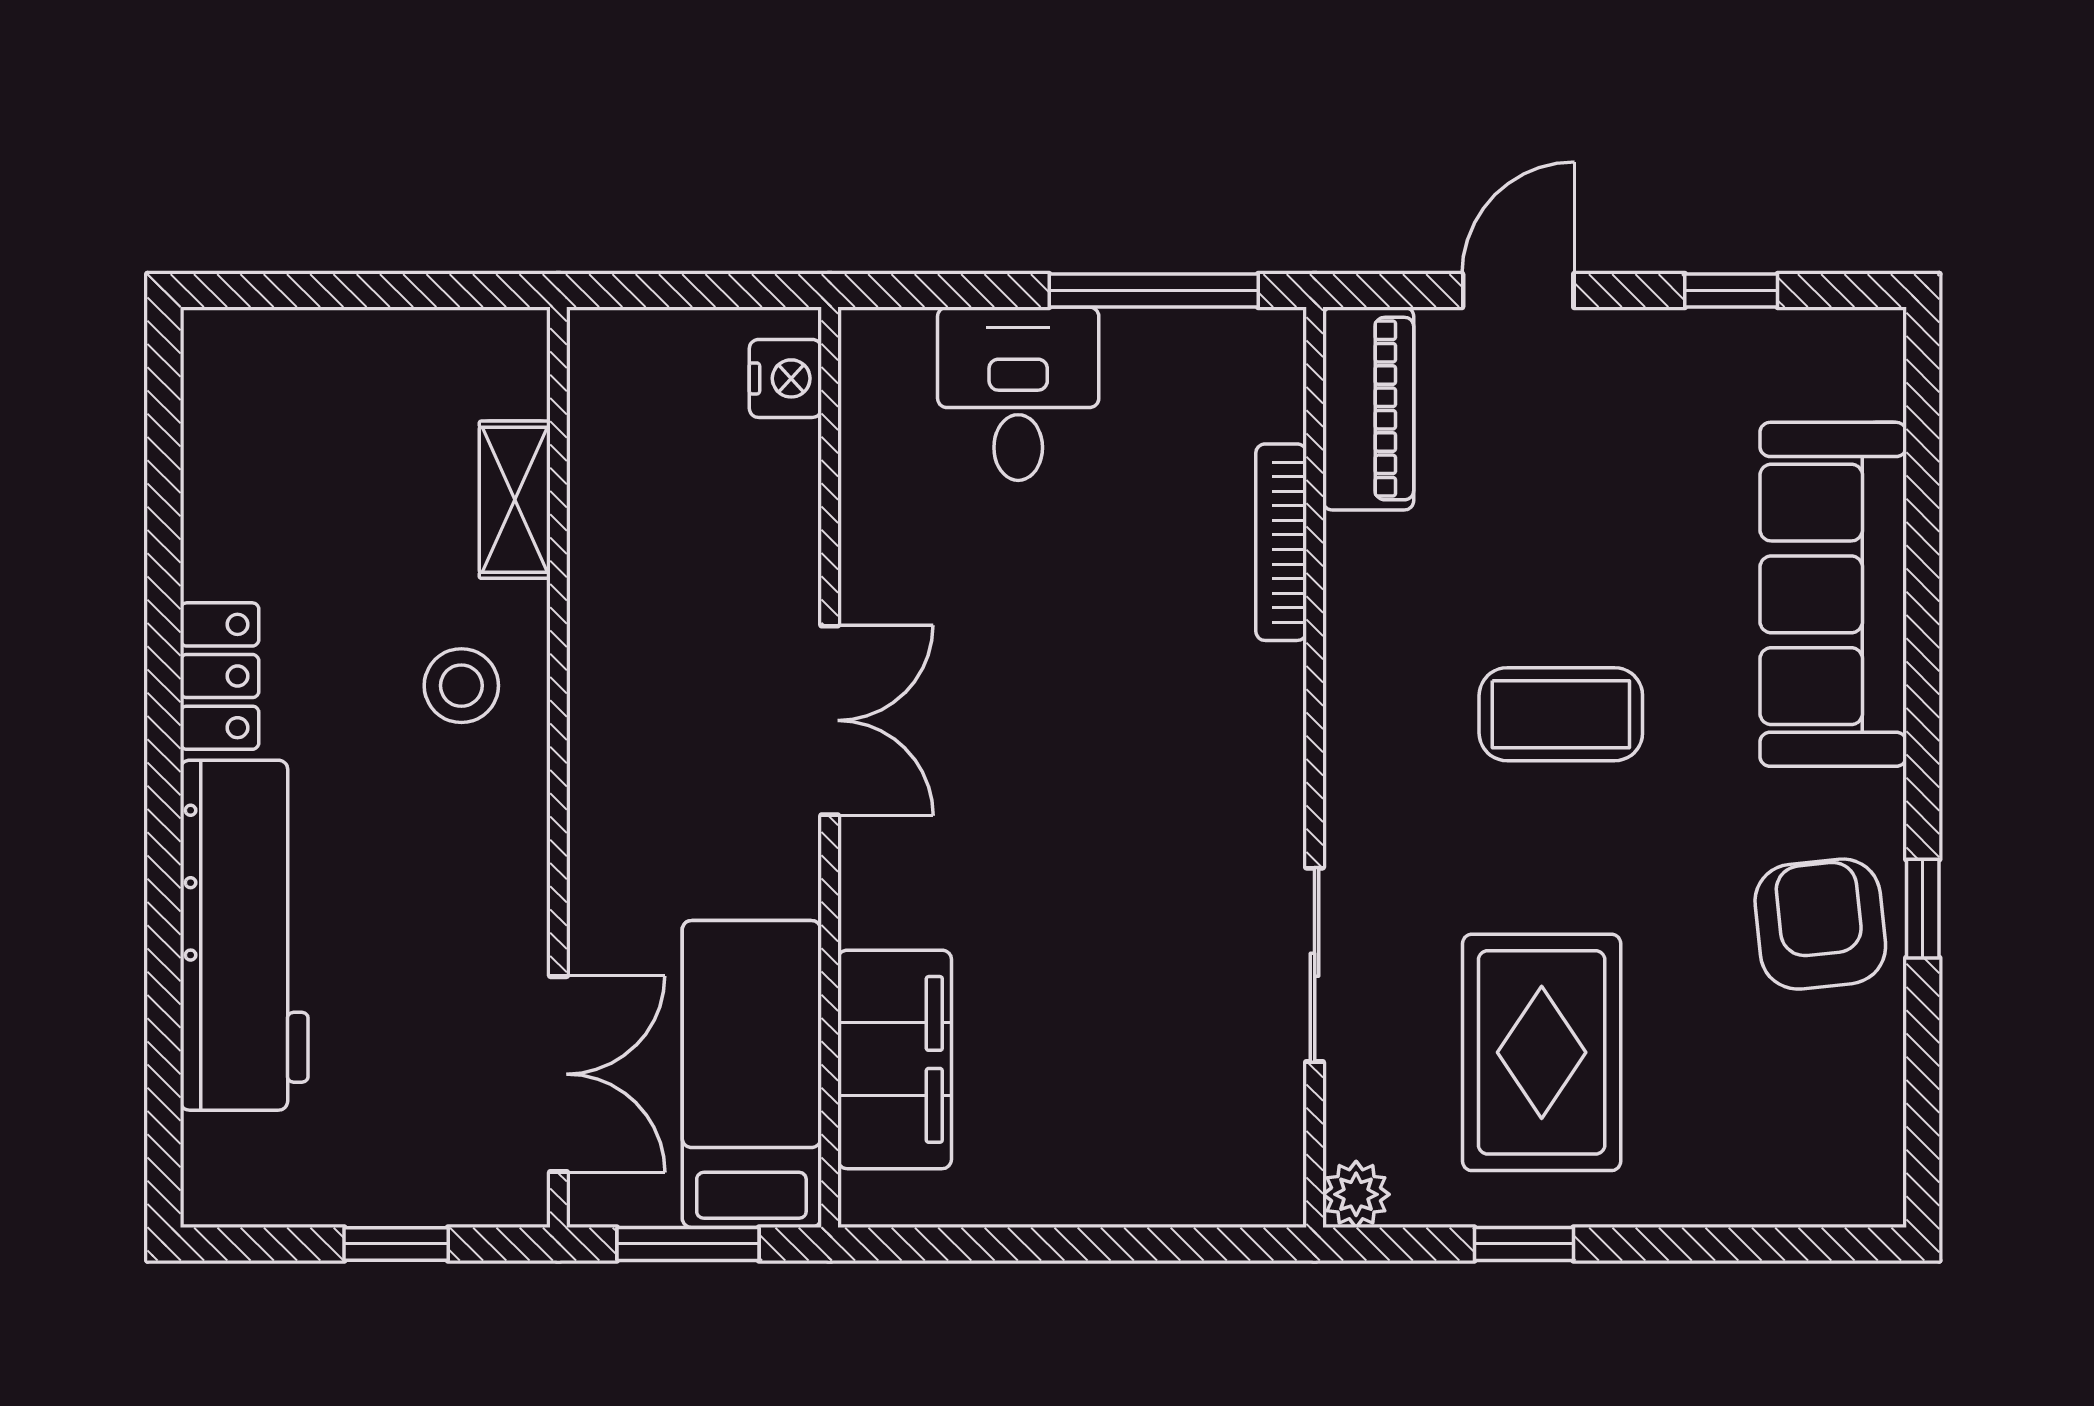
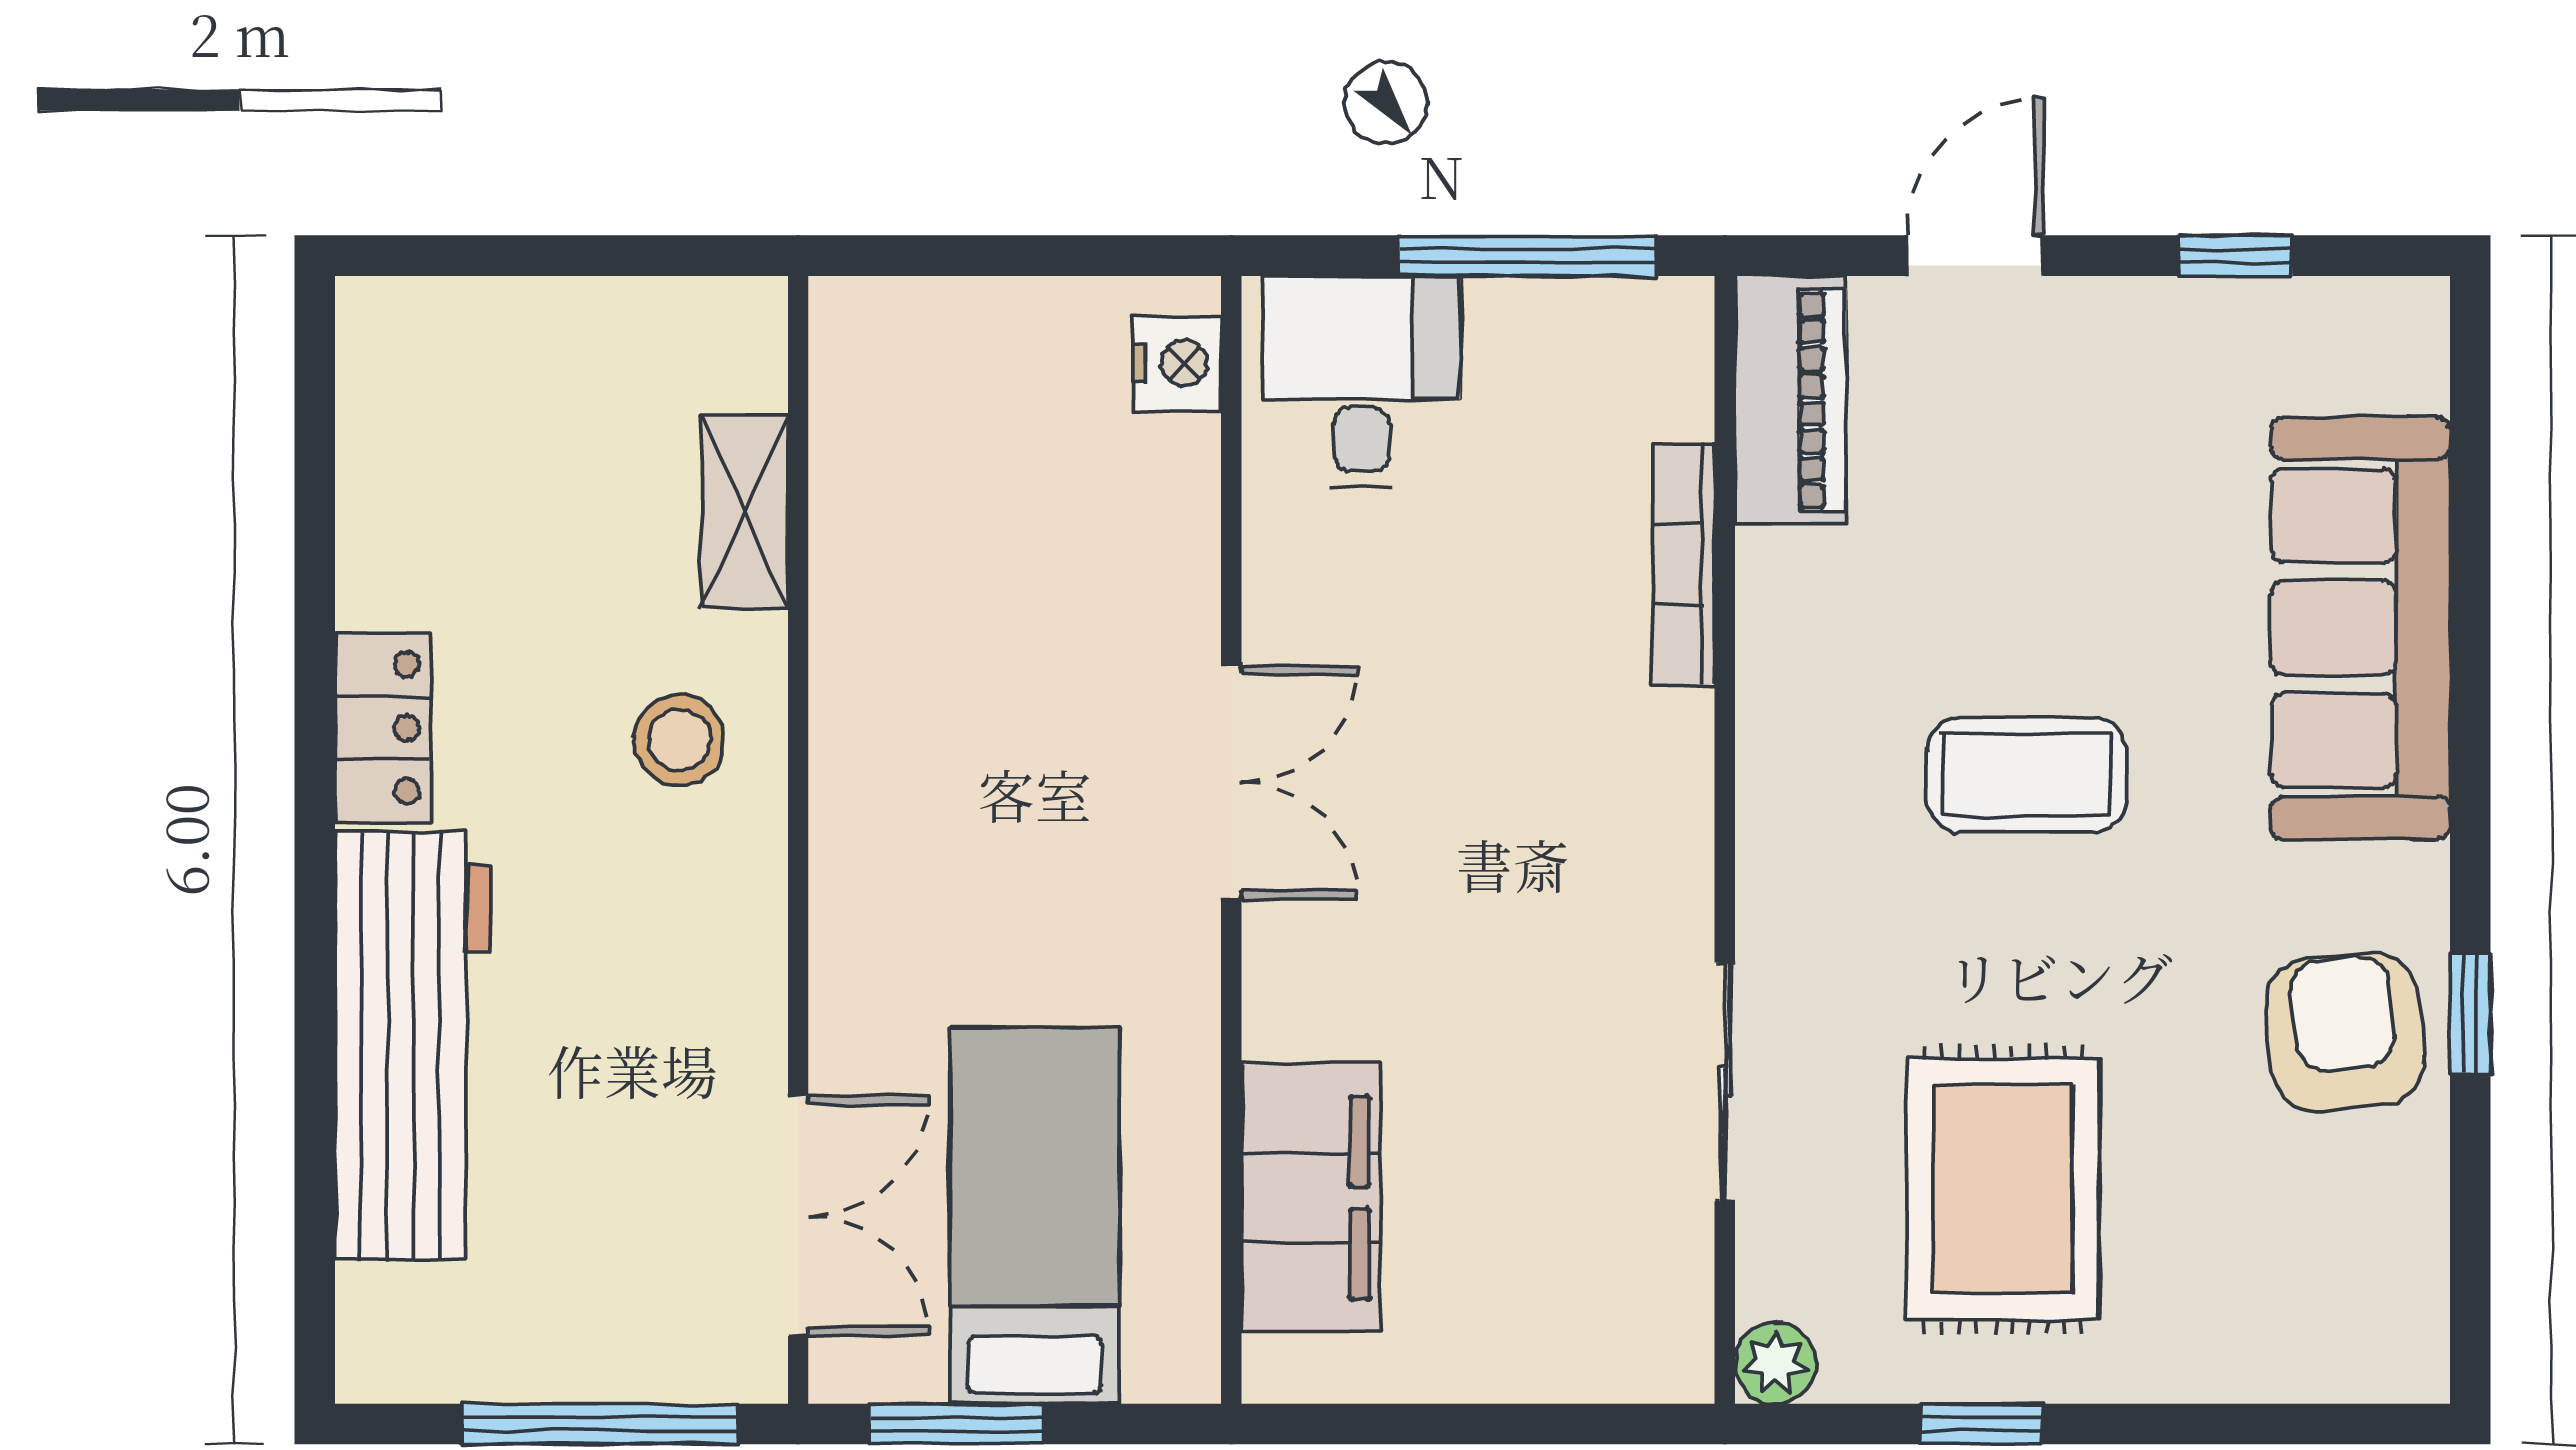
nightstand: (785, 378) -> (1177, 363), moved
double door: (830, 720) -> (1231, 782), moved
wall: (830, 767) -> (1231, 840), moved
filing cabinet: (895, 1059) -> (1311, 1198), moved
window: (396, 1244) -> (599, 1424), width x2.17

